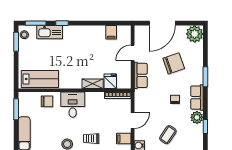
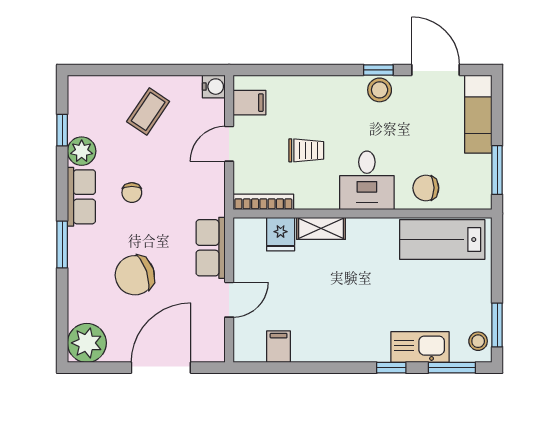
trolley: (91, 139) -> (306, 150), moved

